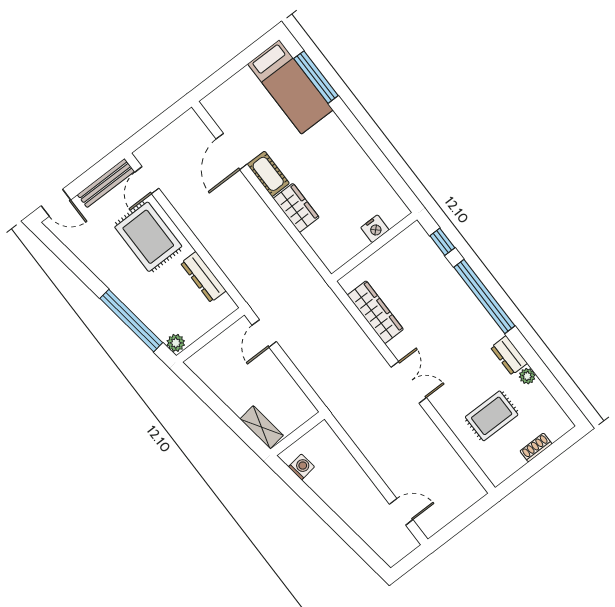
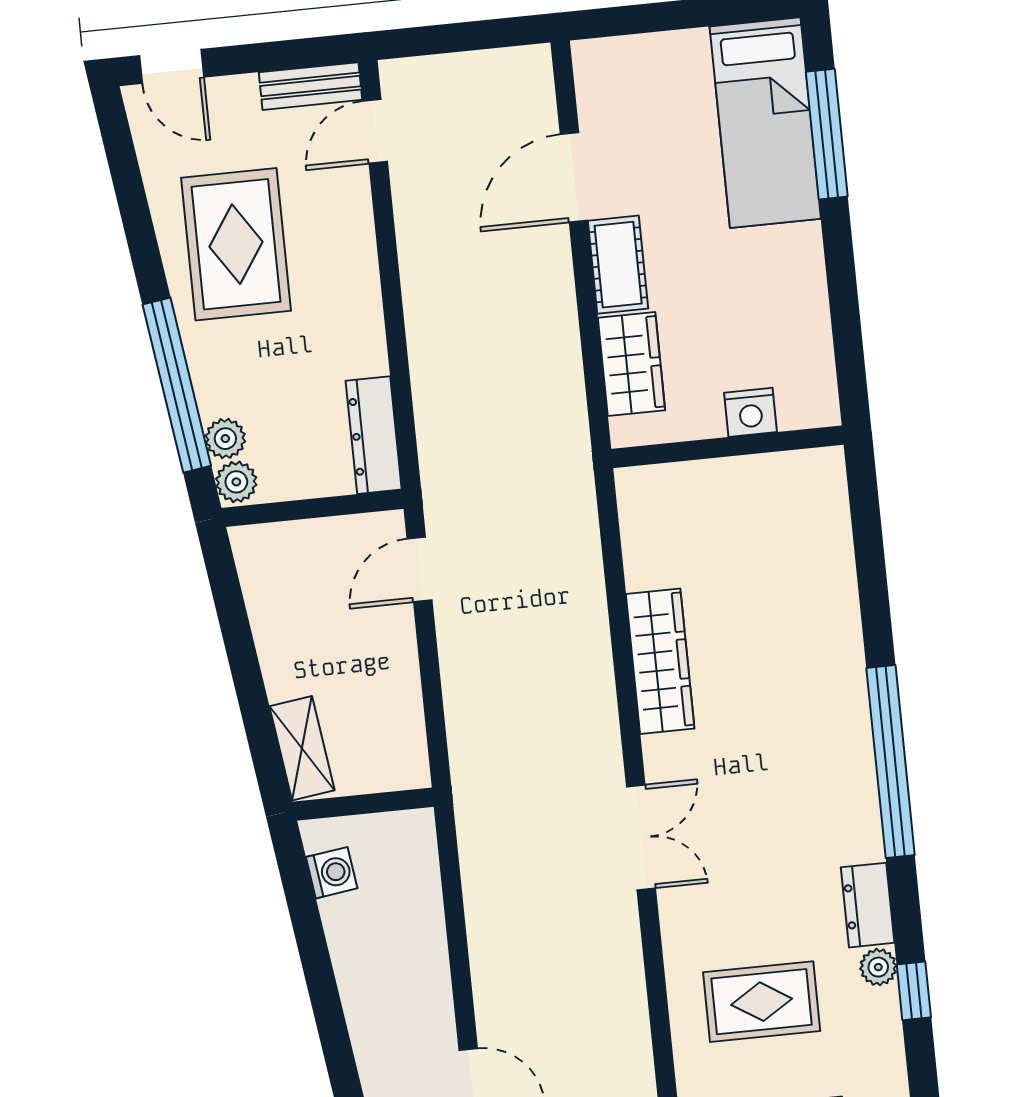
bench: (106, 183) -> (310, 86), width x0.73
nightstand: (375, 229) -> (751, 412), moved
rug: (148, 237) -> (236, 244), moved
window: (442, 242) -> (914, 991), moved
wall: (374, 247) -> (727, 447), moved
dresser: (203, 277) -> (374, 435), moved
plant: (162, 329) -> (225, 439), added

